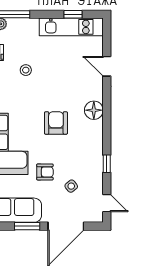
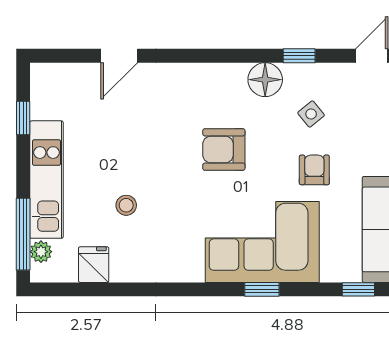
kitchen unit: (71, 27) -> (46, 180), moved
floor lamp: (94, 110) -> (265, 80), moved
side table: (71, 186) -> (311, 114), moved

